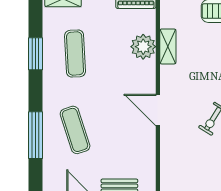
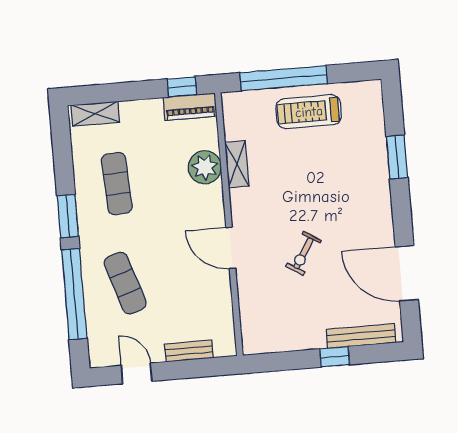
window: (36, 54) -> (68, 216), moved
window: (36, 135) -> (74, 294), width x1.46

